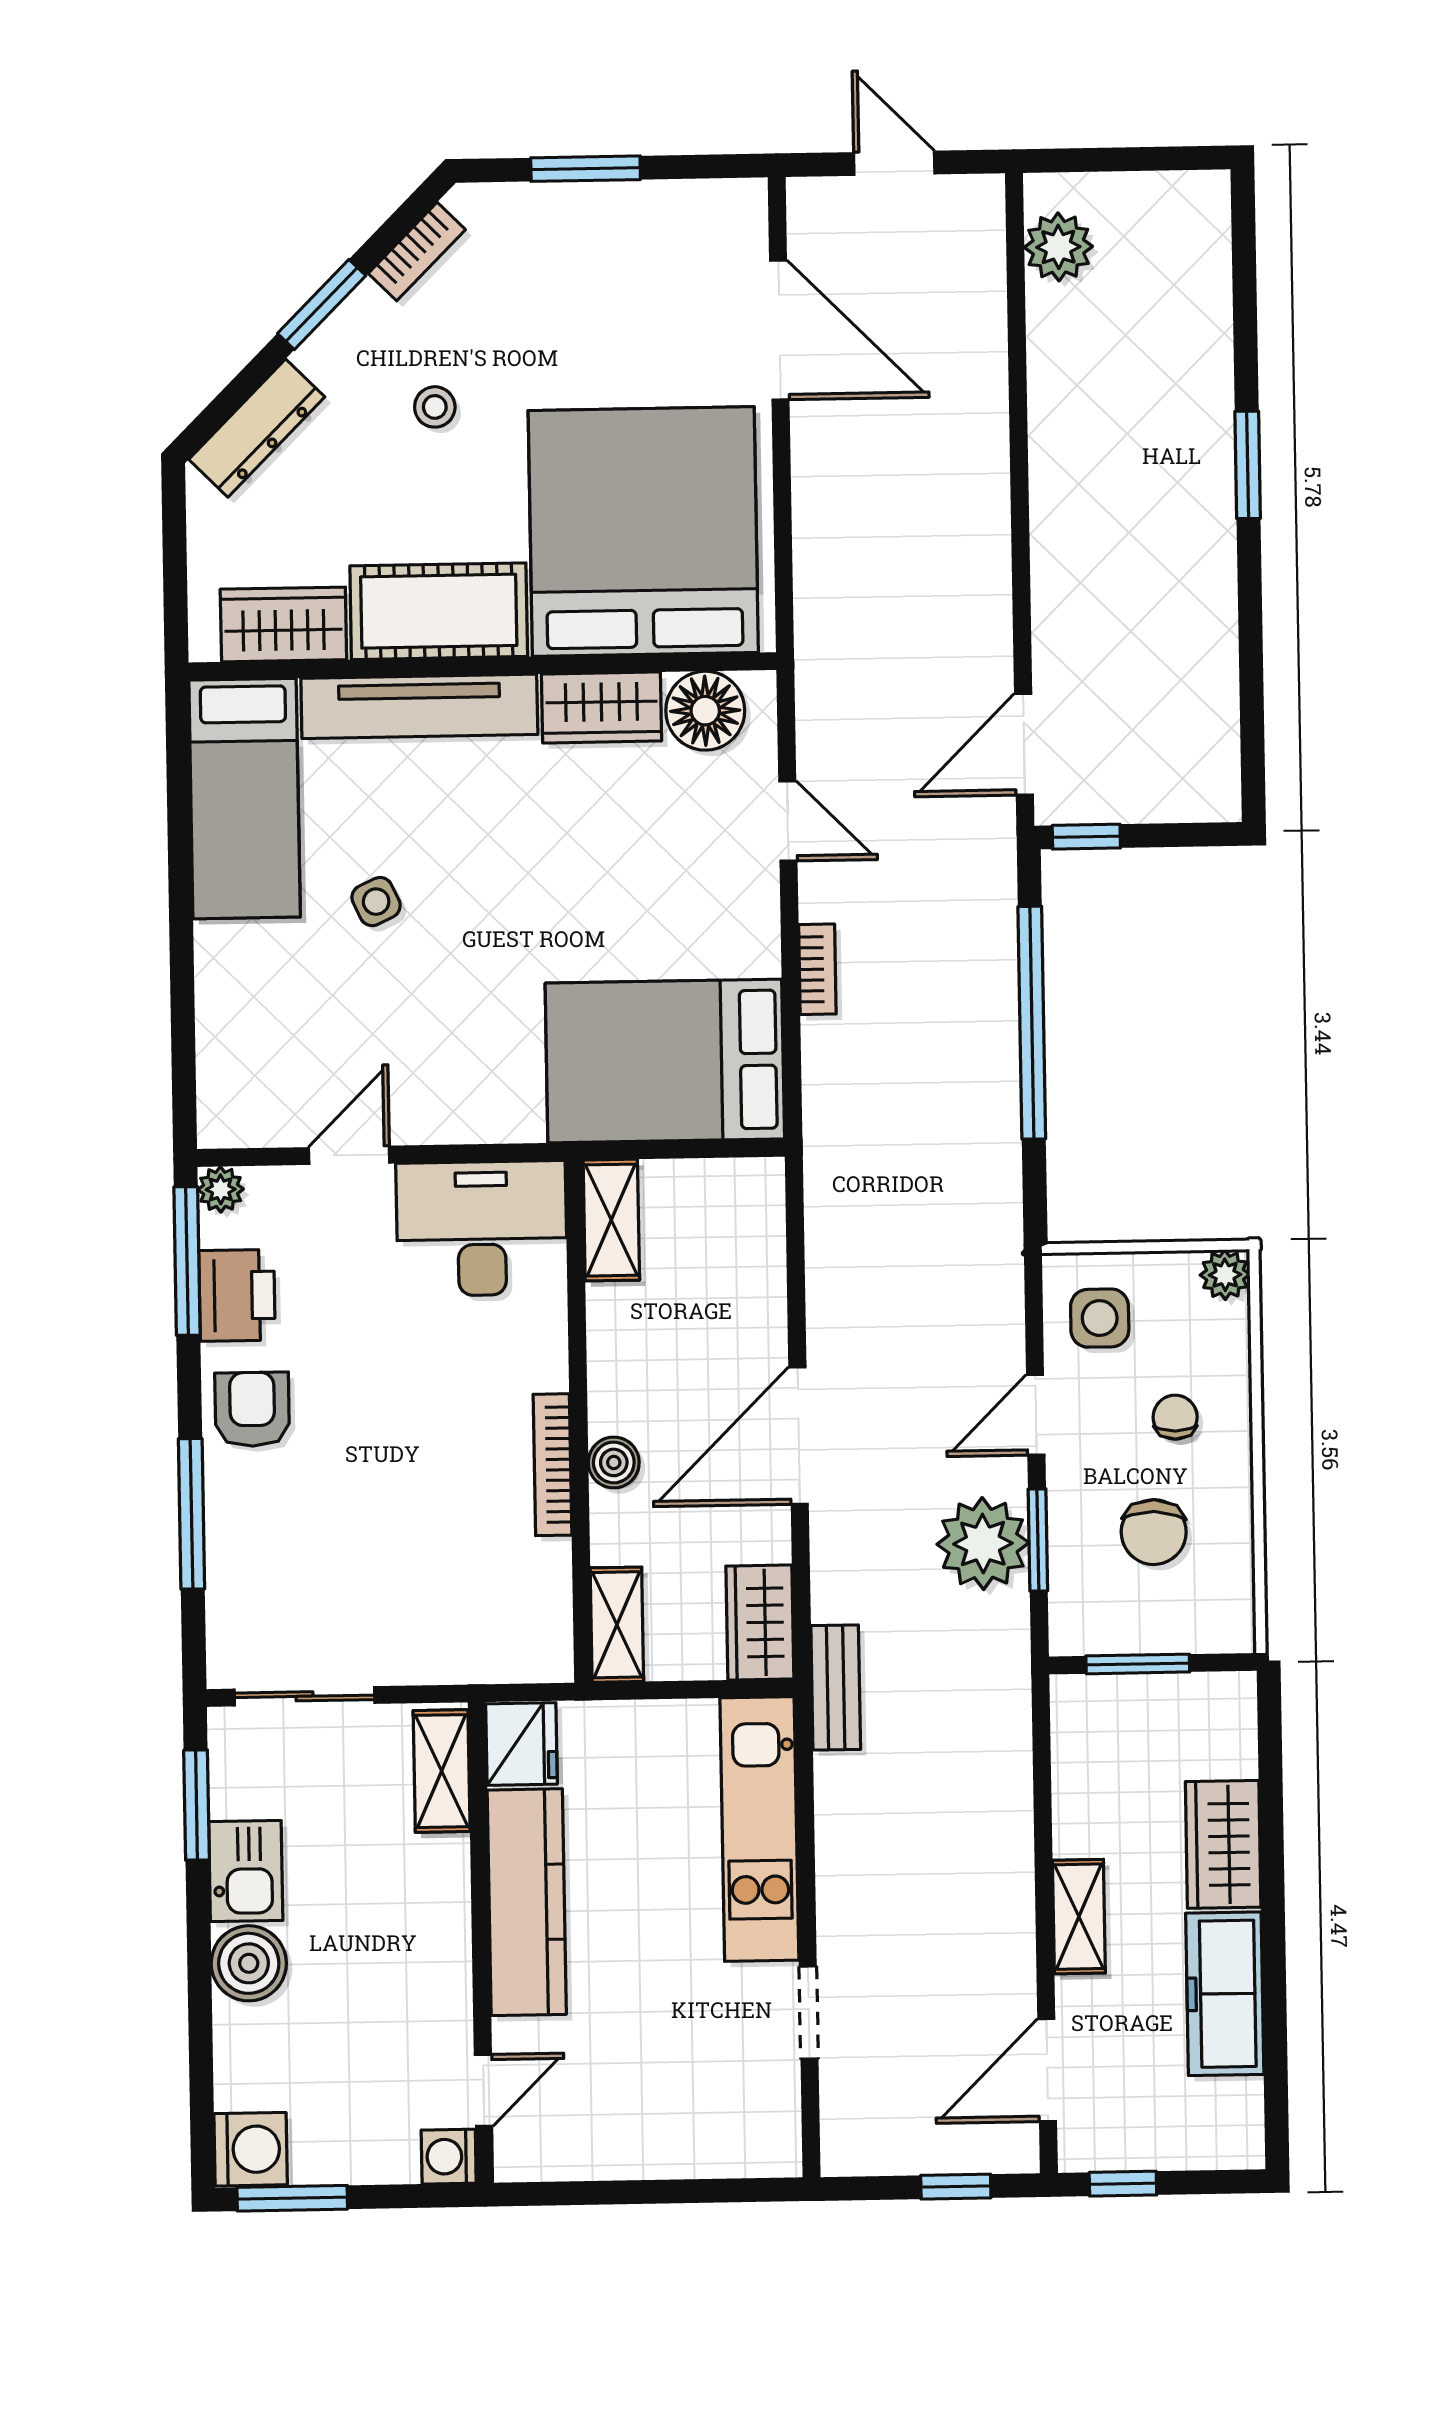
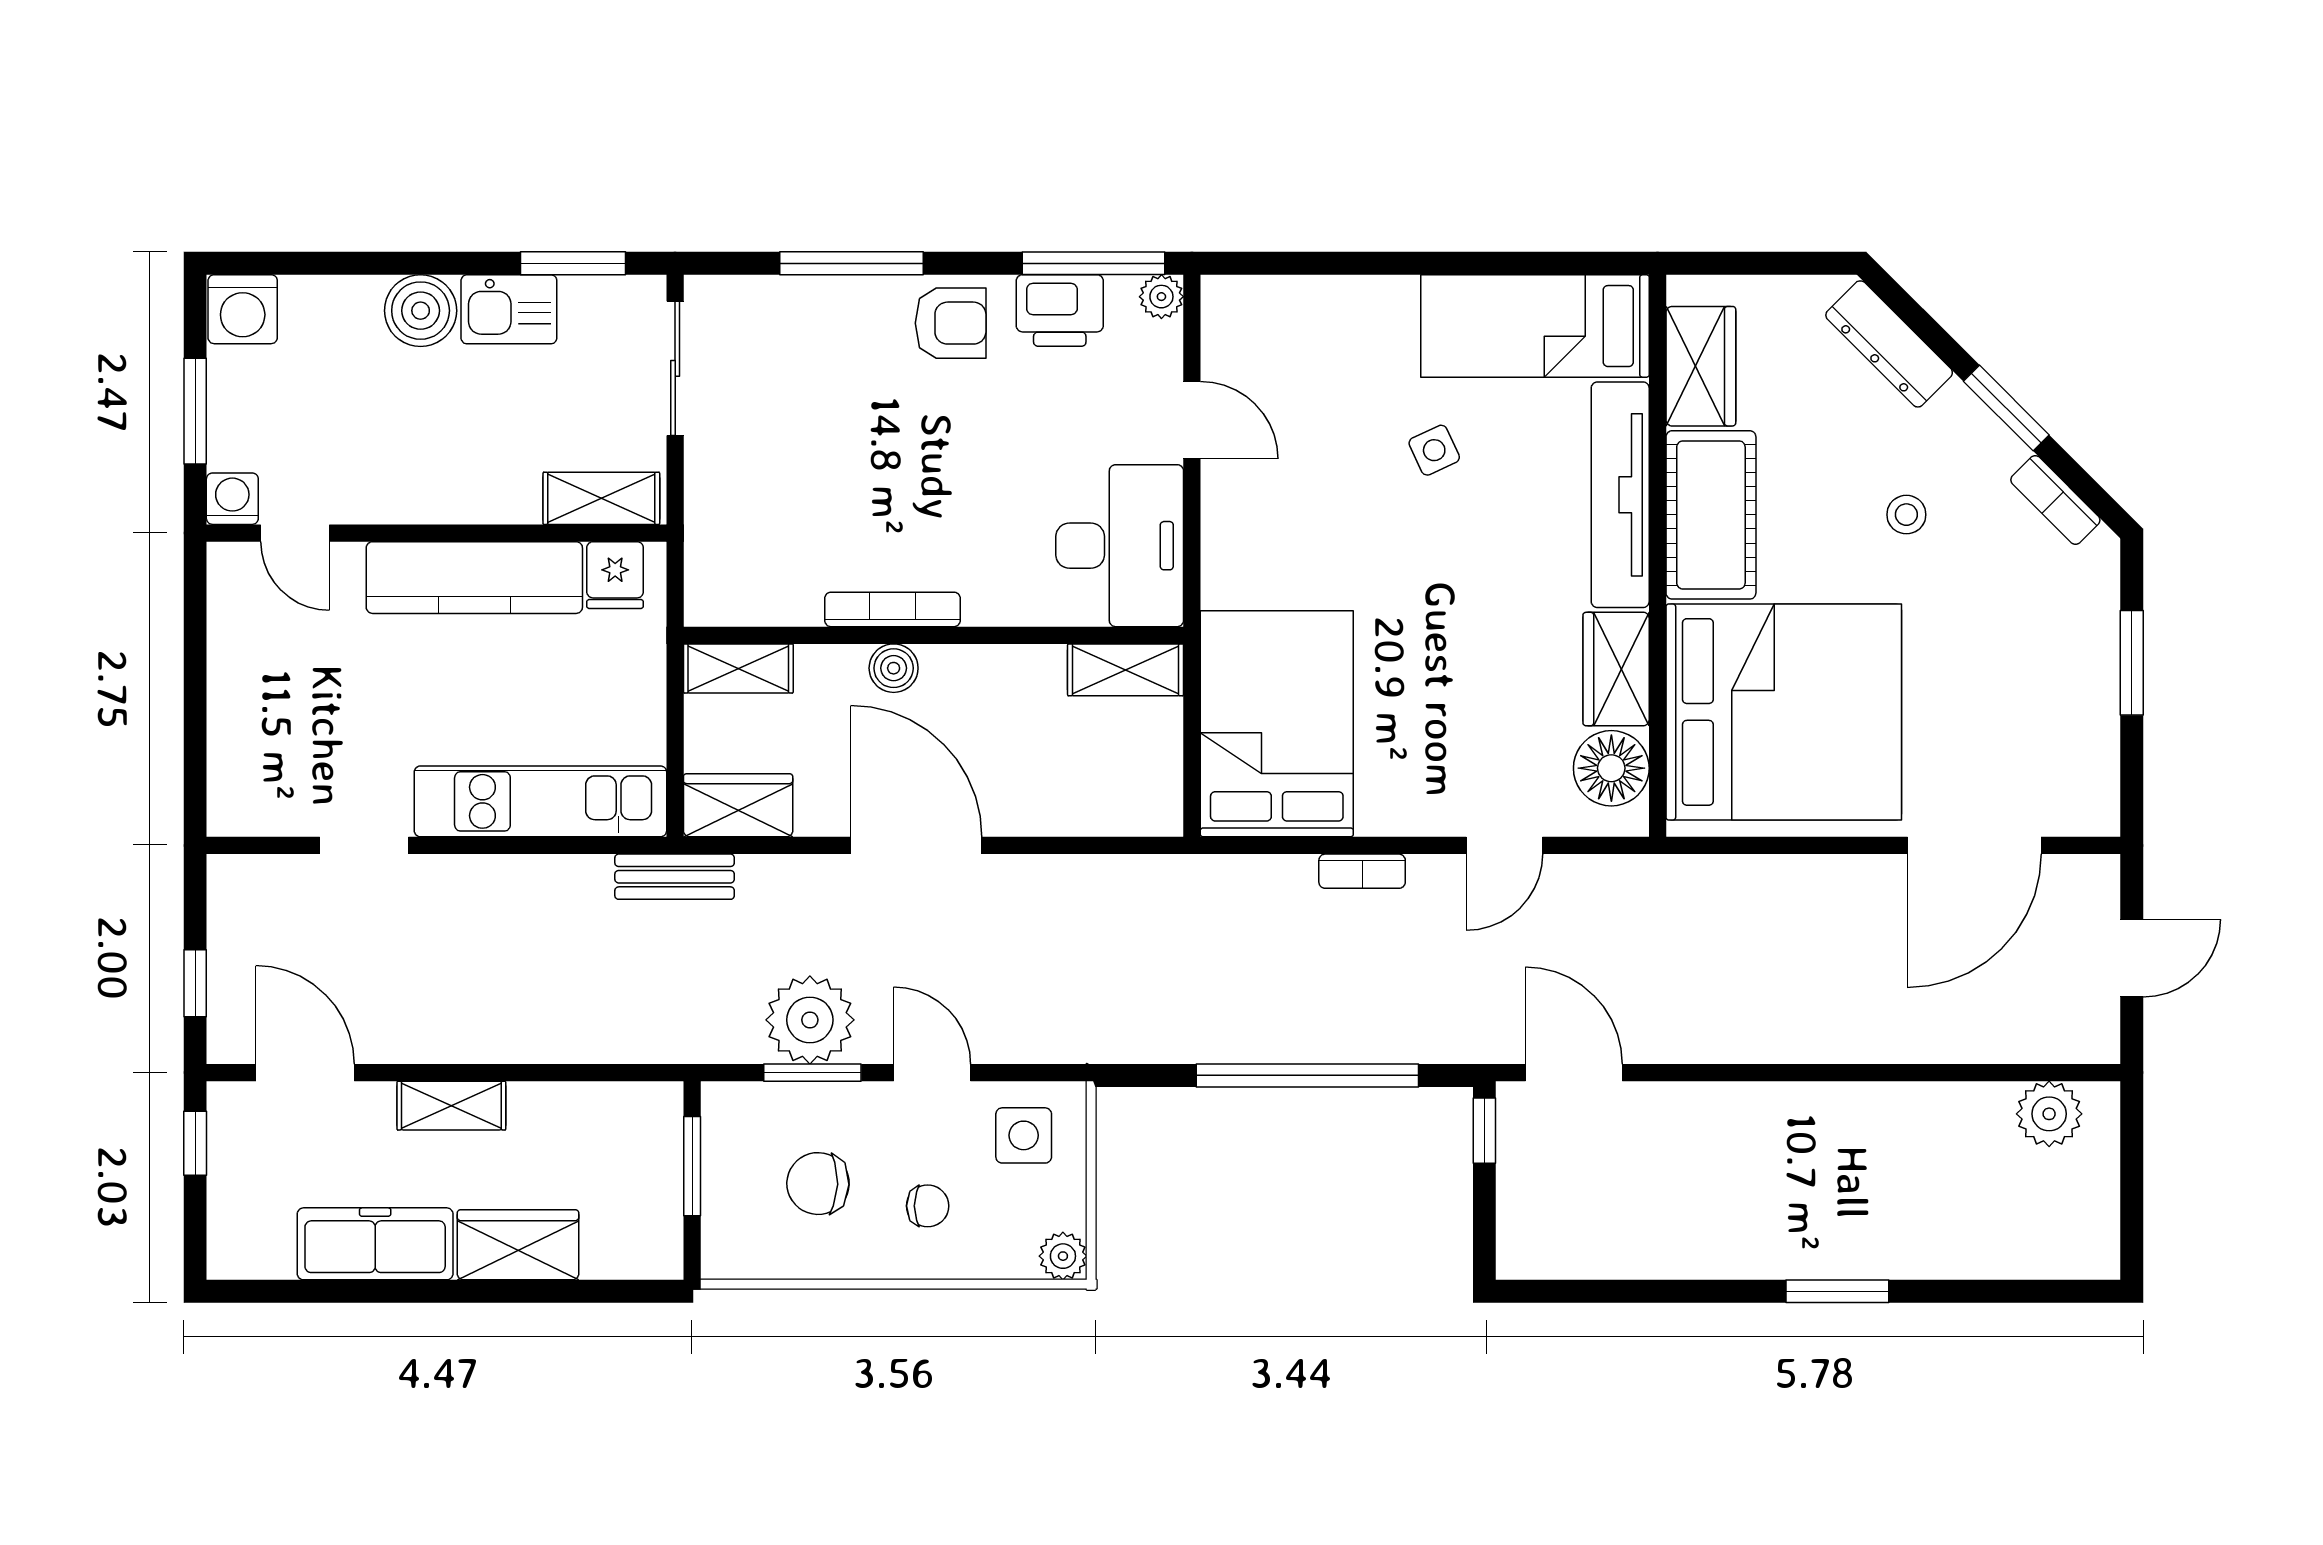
fridge: (521, 1744) -> (615, 575), width x0.72
window: (292, 2198) -> (195, 411), moved

